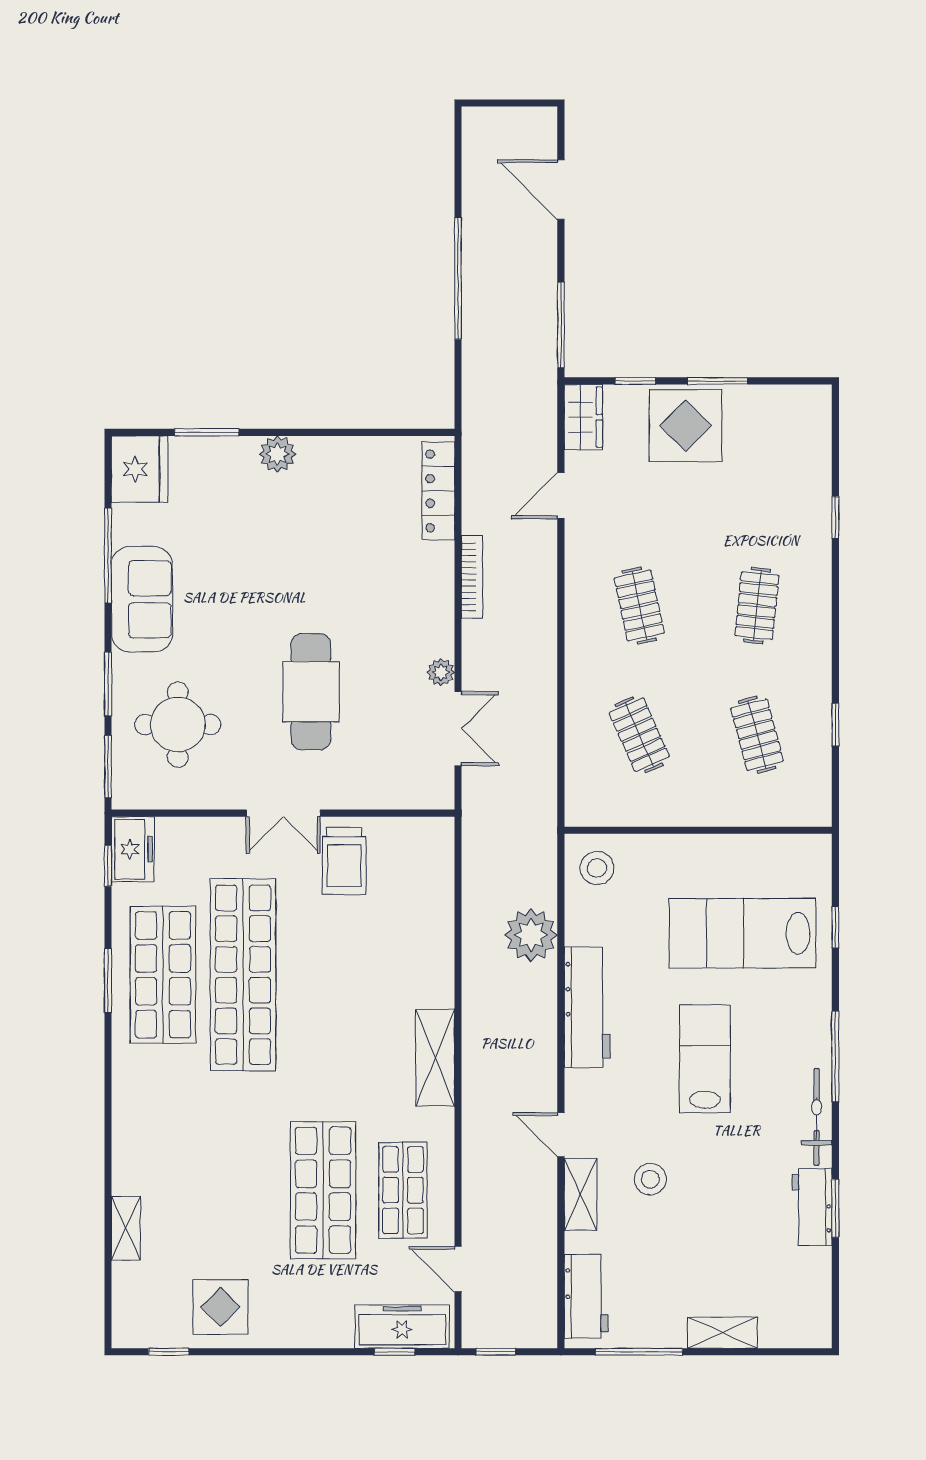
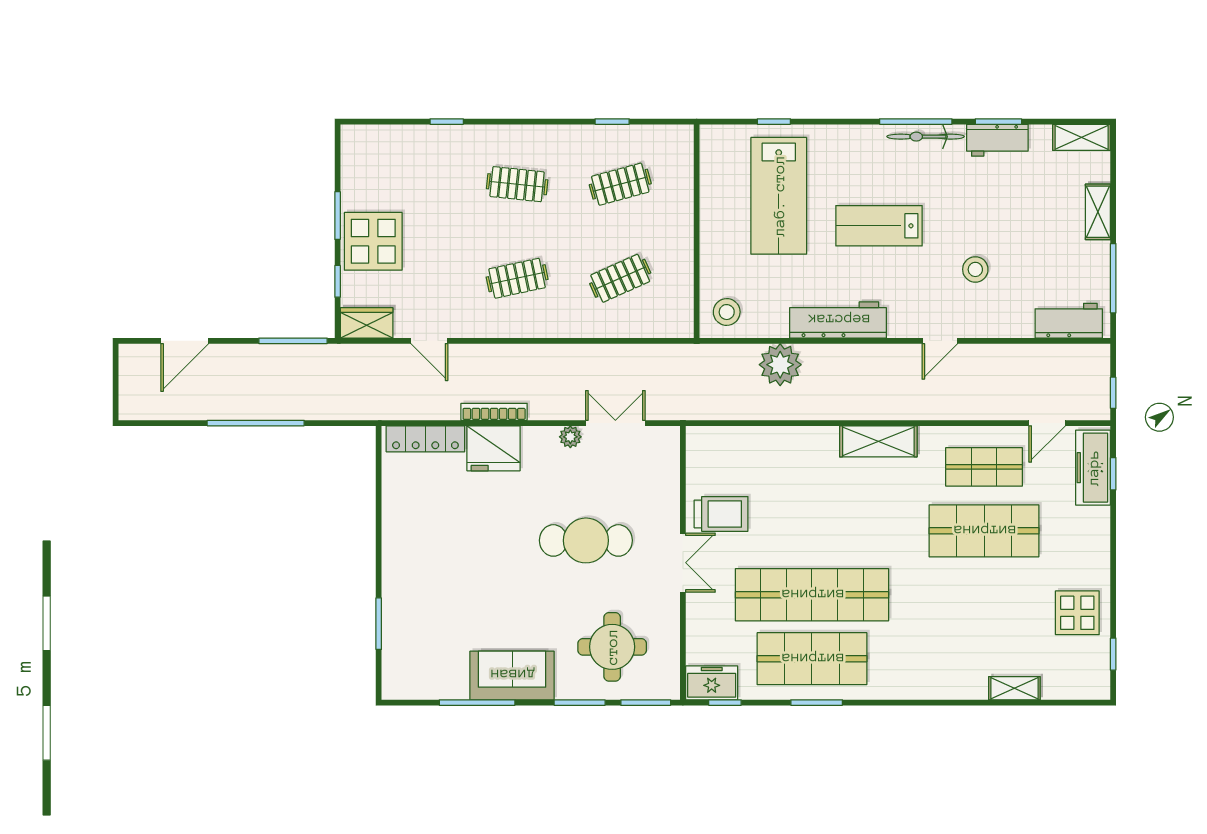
plant: (277, 454) -> (396, 567), removed
fridge: (140, 469) -> (493, 448), moved, turned 180
window: (835, 1057) -> (916, 122), moved
shelving: (581, 1194) -> (1082, 137), moved

